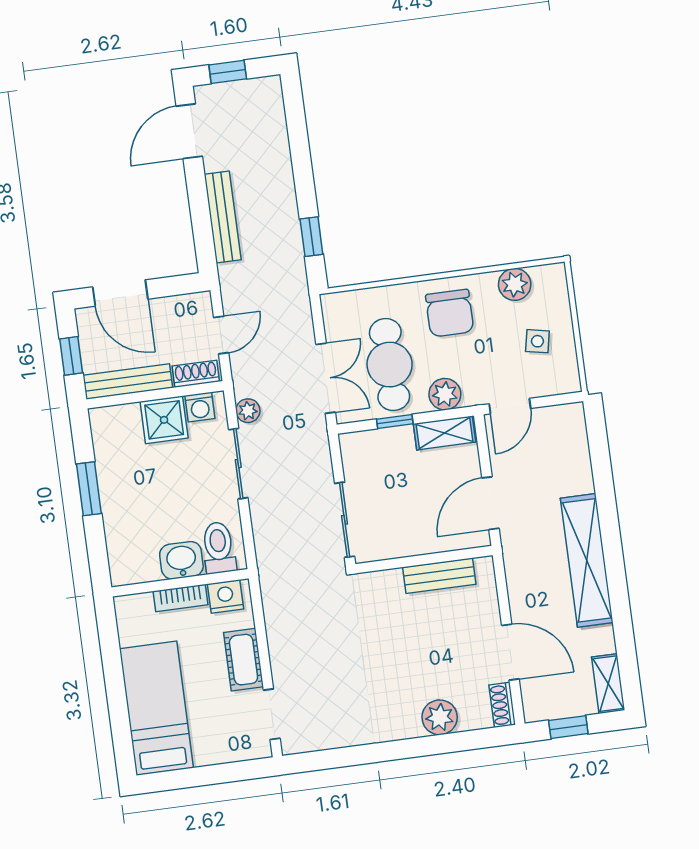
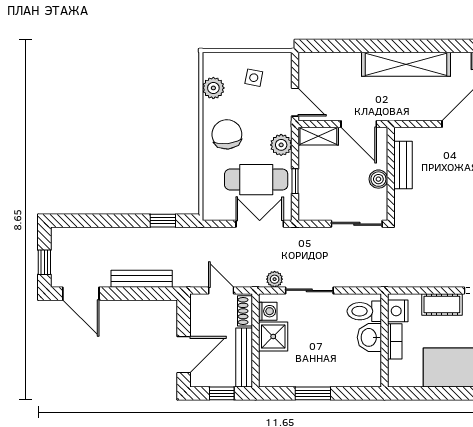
chair: (450, 313) -> (227, 134), turned -96
shelving: (444, 433) -> (318, 136), moved, turned 90
boiler: (414, 543) -> (378, 179), added

